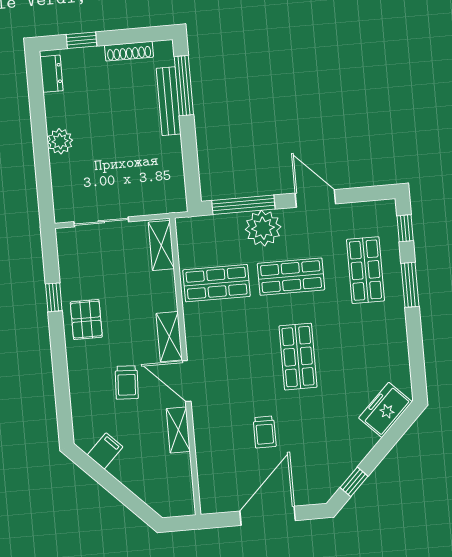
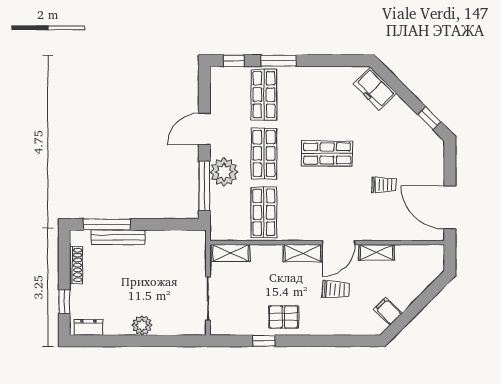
shop shelf: (365, 270) -> (264, 95), turned 90
door: (268, 516) -> (450, 207), moved

